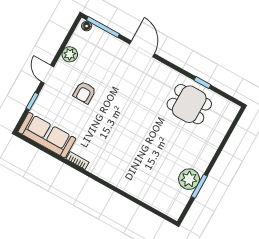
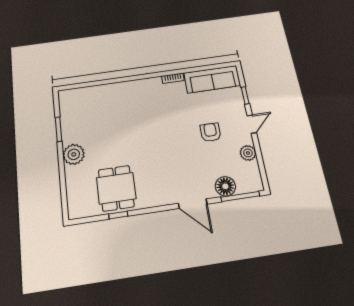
floor lamp: (87, 26) -> (225, 186), moved, width x1.89, depth x1.89
door: (47, 74) -> (252, 124), hinge flipped
dining table: (189, 104) -> (116, 188), turned 90
plant: (189, 179) -> (74, 154), moved

